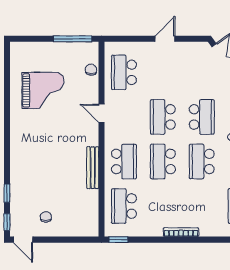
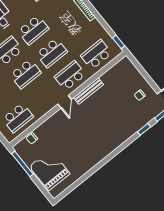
grand piano: (43, 90) -> (50, 170), moved
door: (102, 113) -> (65, 102), moved
school desk: (124, 206) -> (96, 55), turned 180

